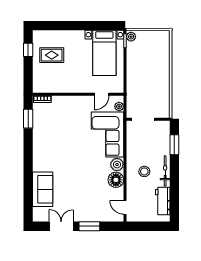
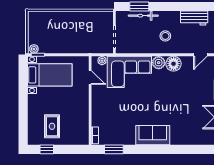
bicycle: (165, 171) -> (143, 16), moved
sofa: (43, 189) -> (153, 135), moved

